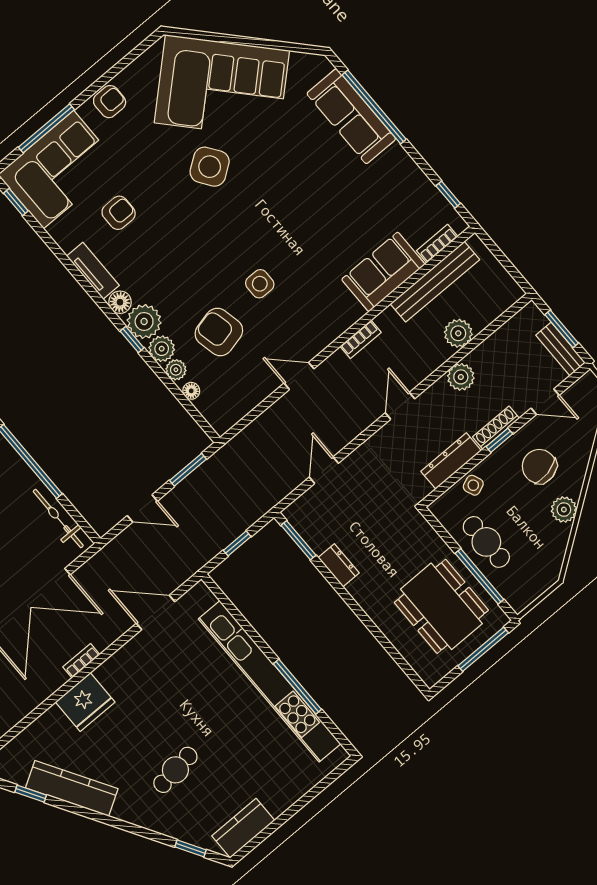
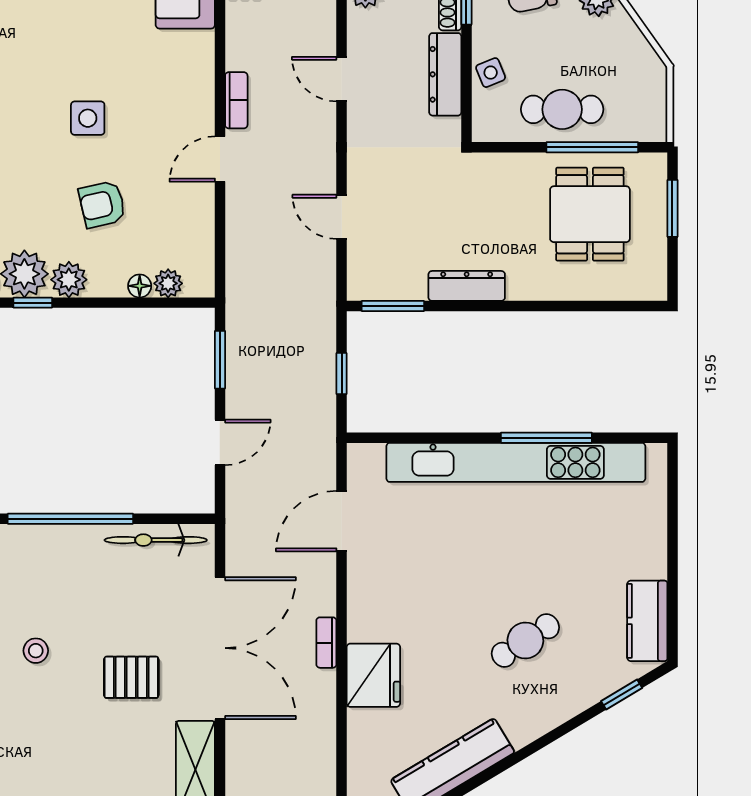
armchair: (219, 332) -> (102, 204), width x0.72, depth x0.72
bookcase: (361, 339) -> (236, 100), moved
plant: (176, 370) -> (168, 283), moved
dresser: (339, 565) -> (467, 286), width x1.44
dining table: (441, 606) -> (590, 214), width x0.73
window: (483, 649) -> (672, 208), width x0.69
cafe table: (175, 770) -> (525, 641), turned 64

